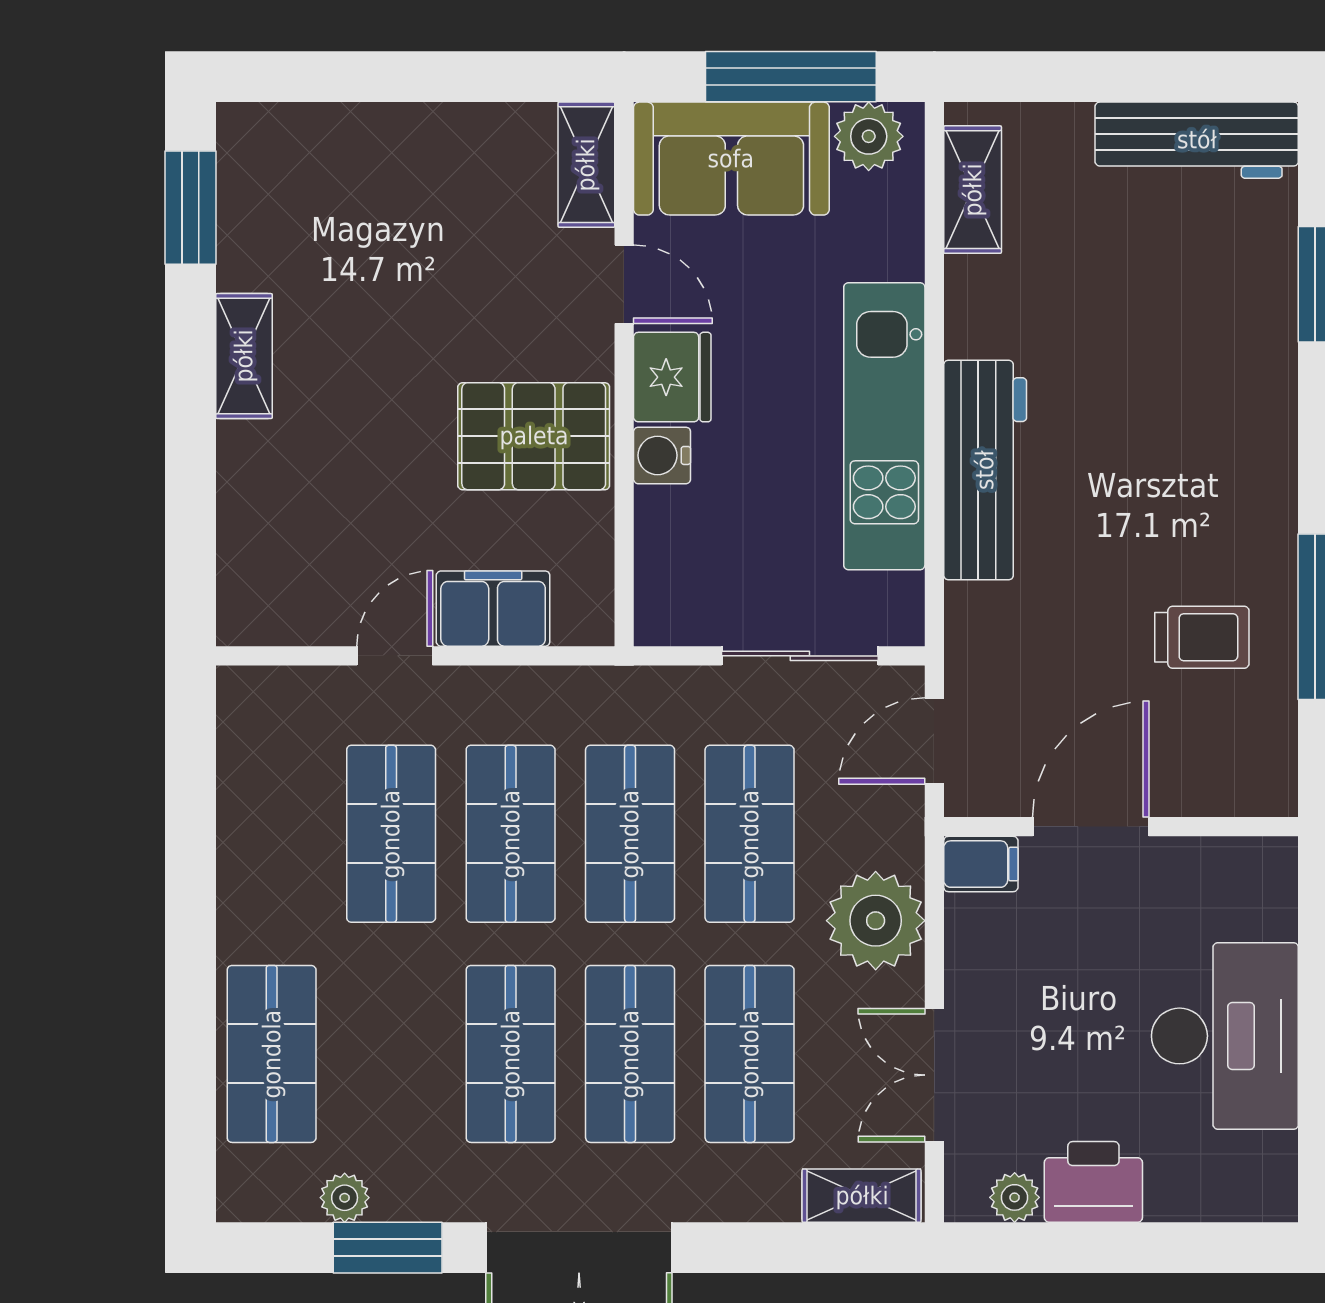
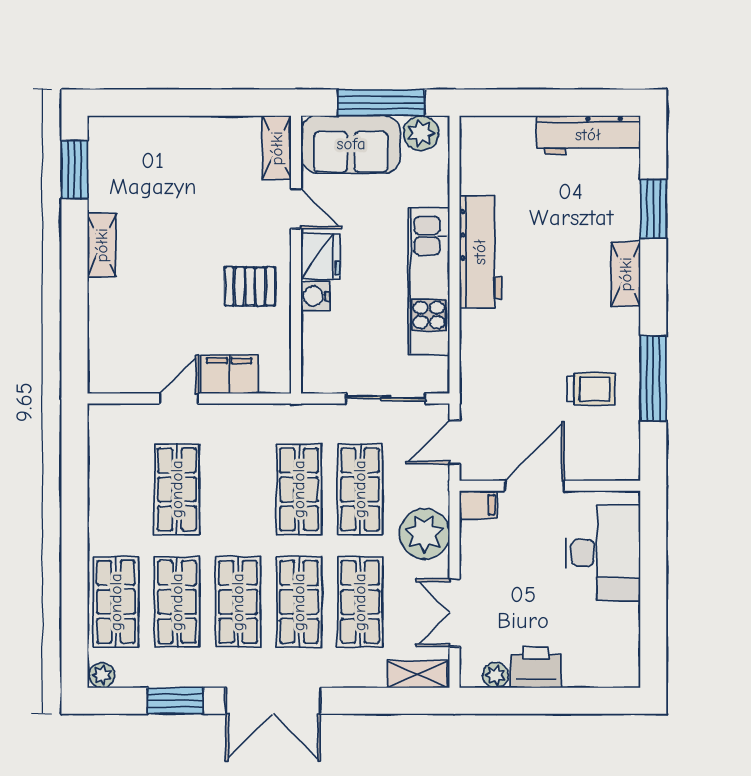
shelving: (973, 190) -> (626, 274), moved
pallet: (534, 436) -> (250, 286), width x0.67, depth x0.71
workbench: (985, 470) -> (480, 252), moved
shop shelf: (511, 834) -> (177, 602), moved
desk: (1225, 1036) -> (603, 553), moved
plant: (345, 1198) -> (102, 675), moved

